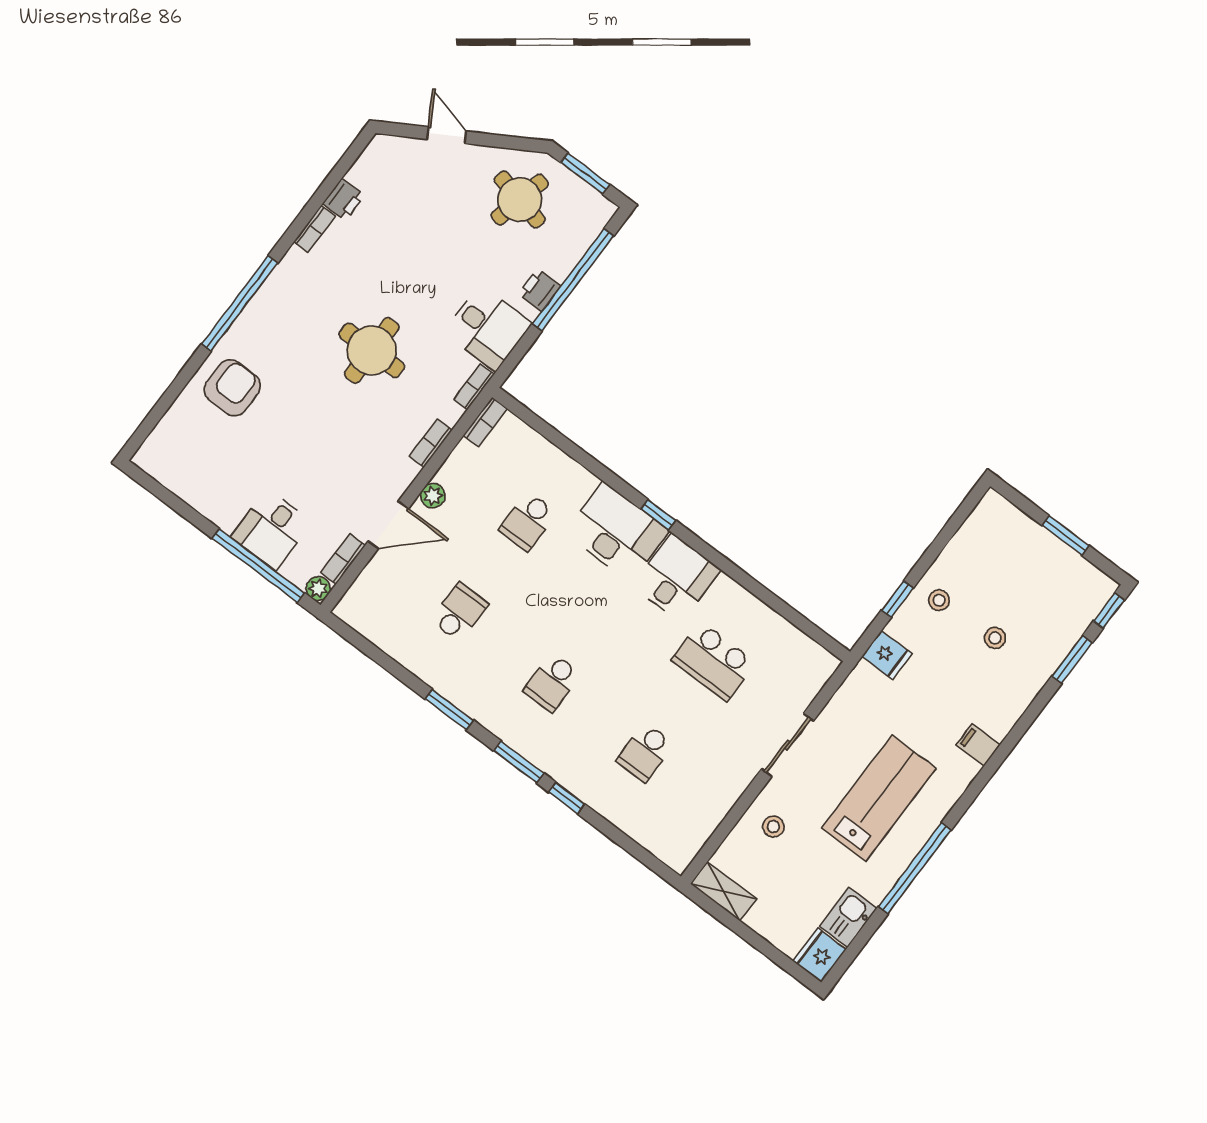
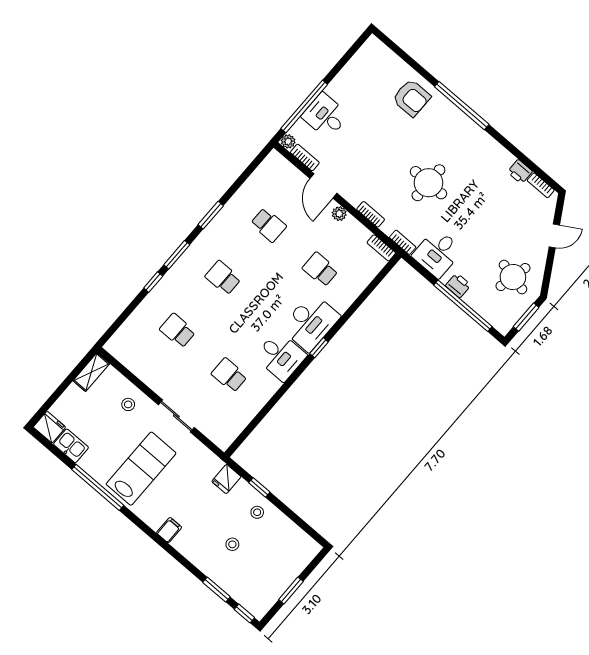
bookcase: (314, 229) -> (541, 185), moved
school desk: (714, 661) -> (229, 375), width x0.54
lab bench: (879, 798) -> (141, 469), turned -90

